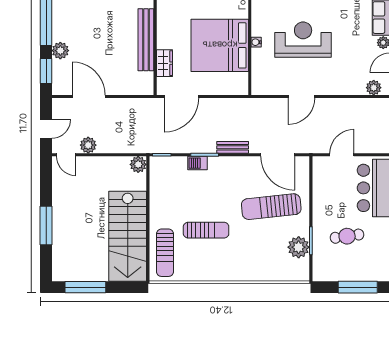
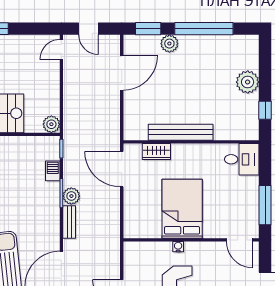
bed: (220, 45) -> (182, 209), width x0.73
plant: (88, 145) -> (71, 196), moved
barbecue: (198, 163) -> (53, 171), moved

